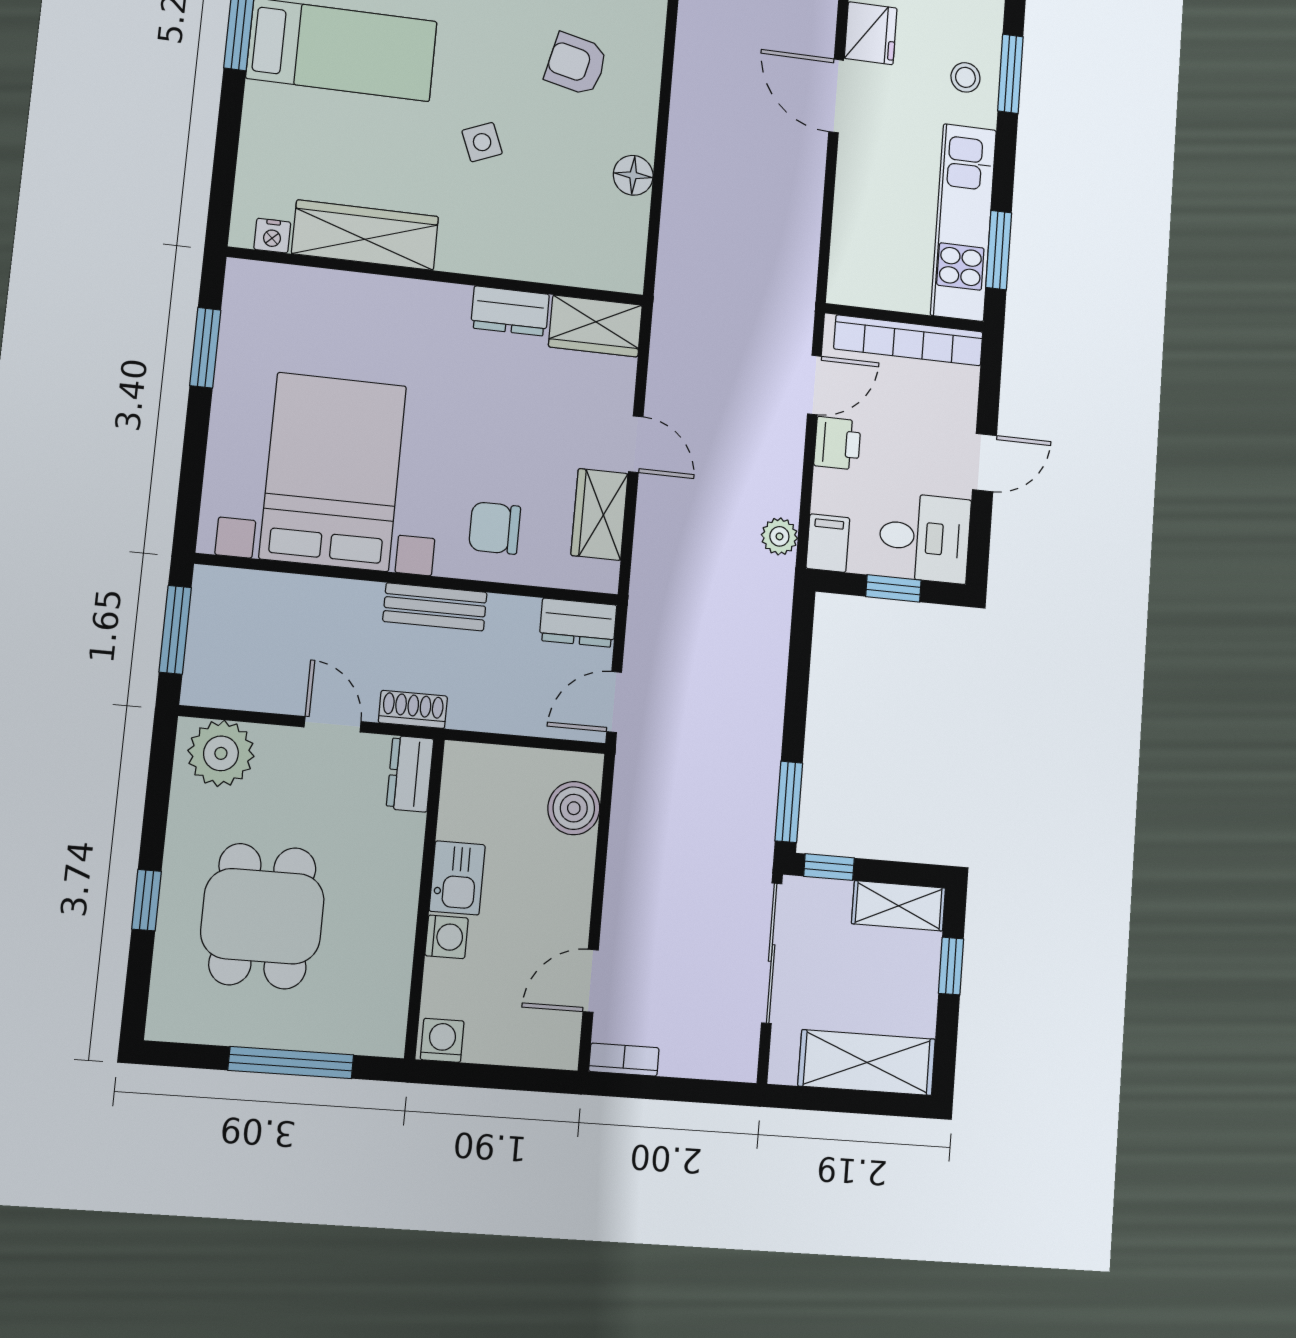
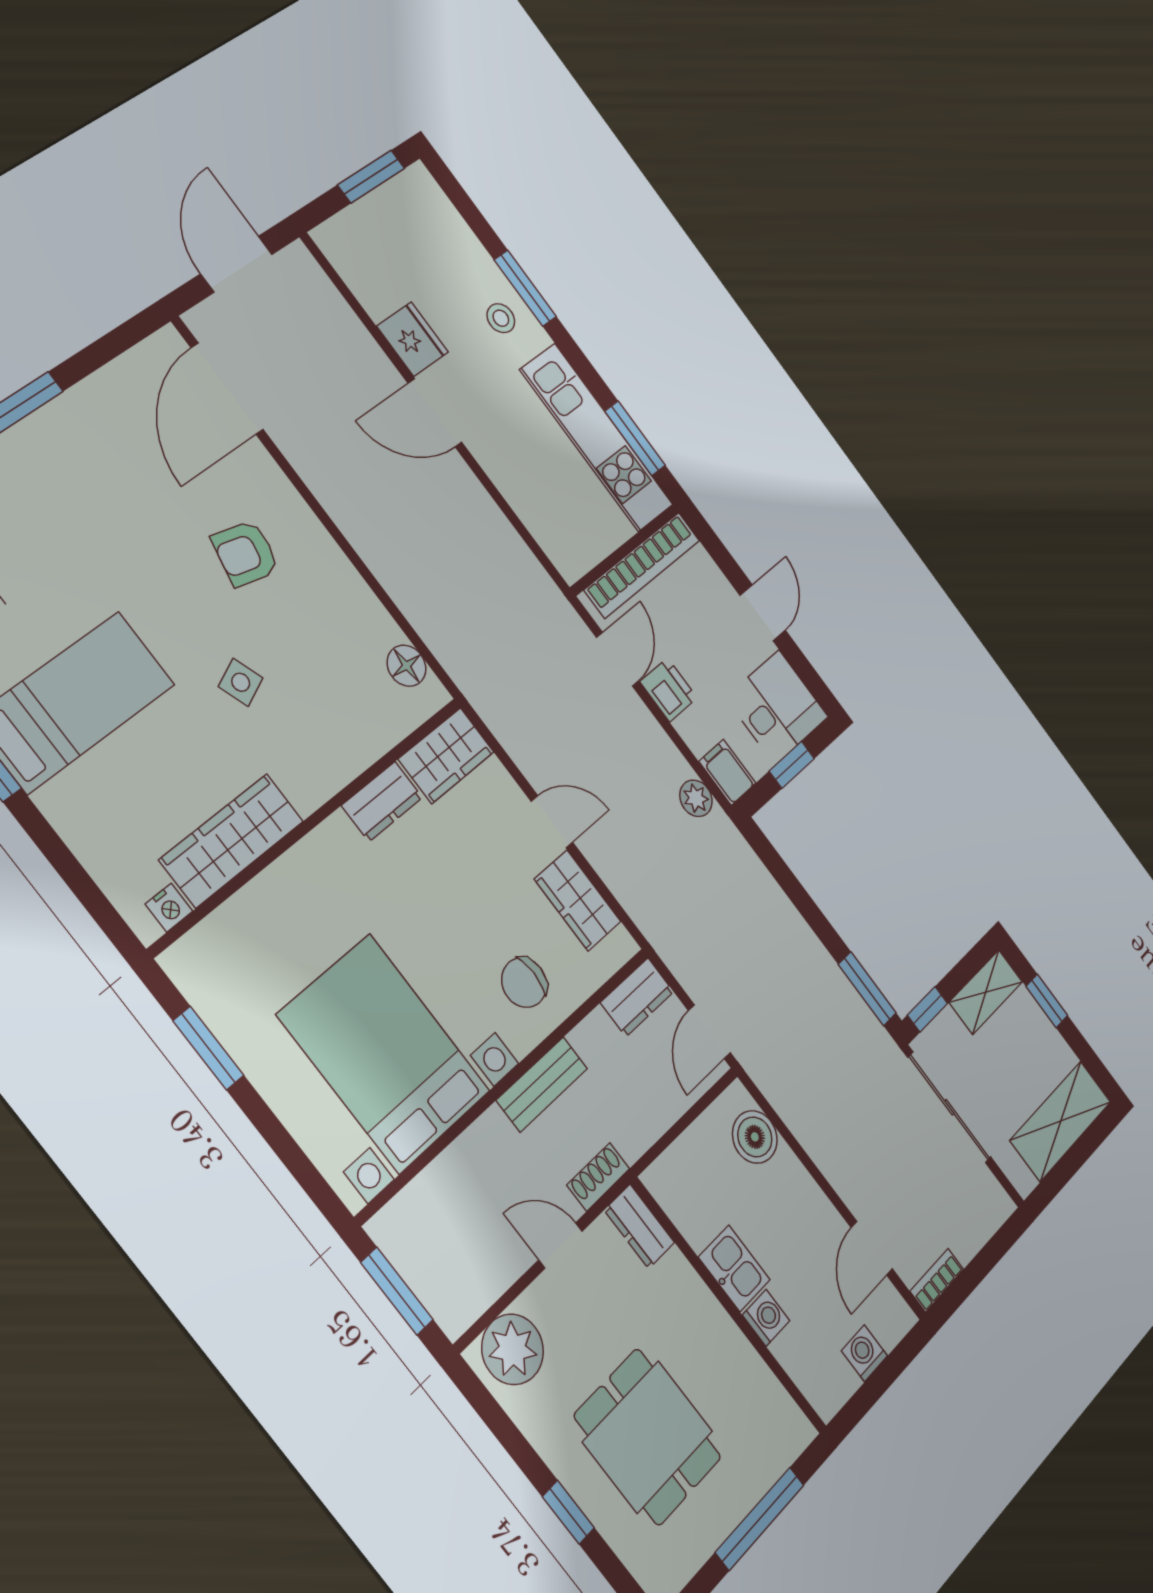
floor lamp: (633, 175) -> (407, 666), moved
washing machine: (442, 1040) -> (864, 1353), moved

